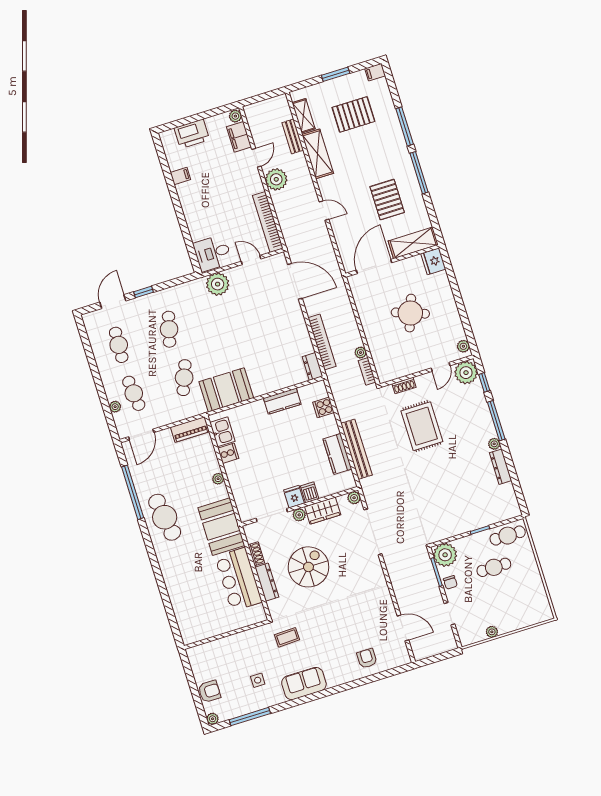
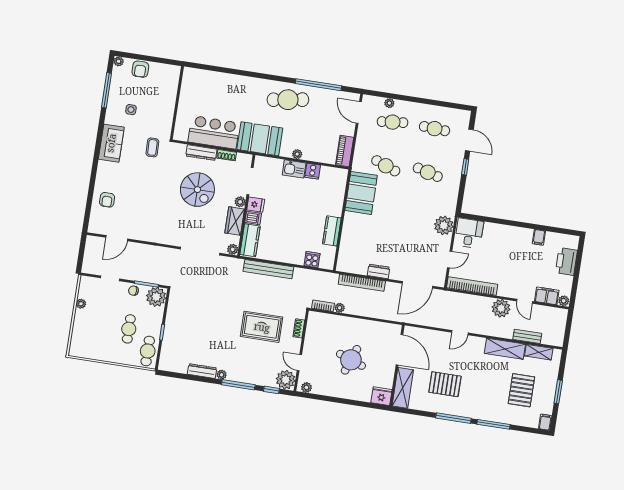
dresser: (312, 367) -> (379, 271), moved
kitchen sink: (222, 432) -> (294, 169), moved
kitchen counter: (337, 454) -> (250, 240), moved, turned 90
armchair: (367, 658) -> (107, 200), turned 90

